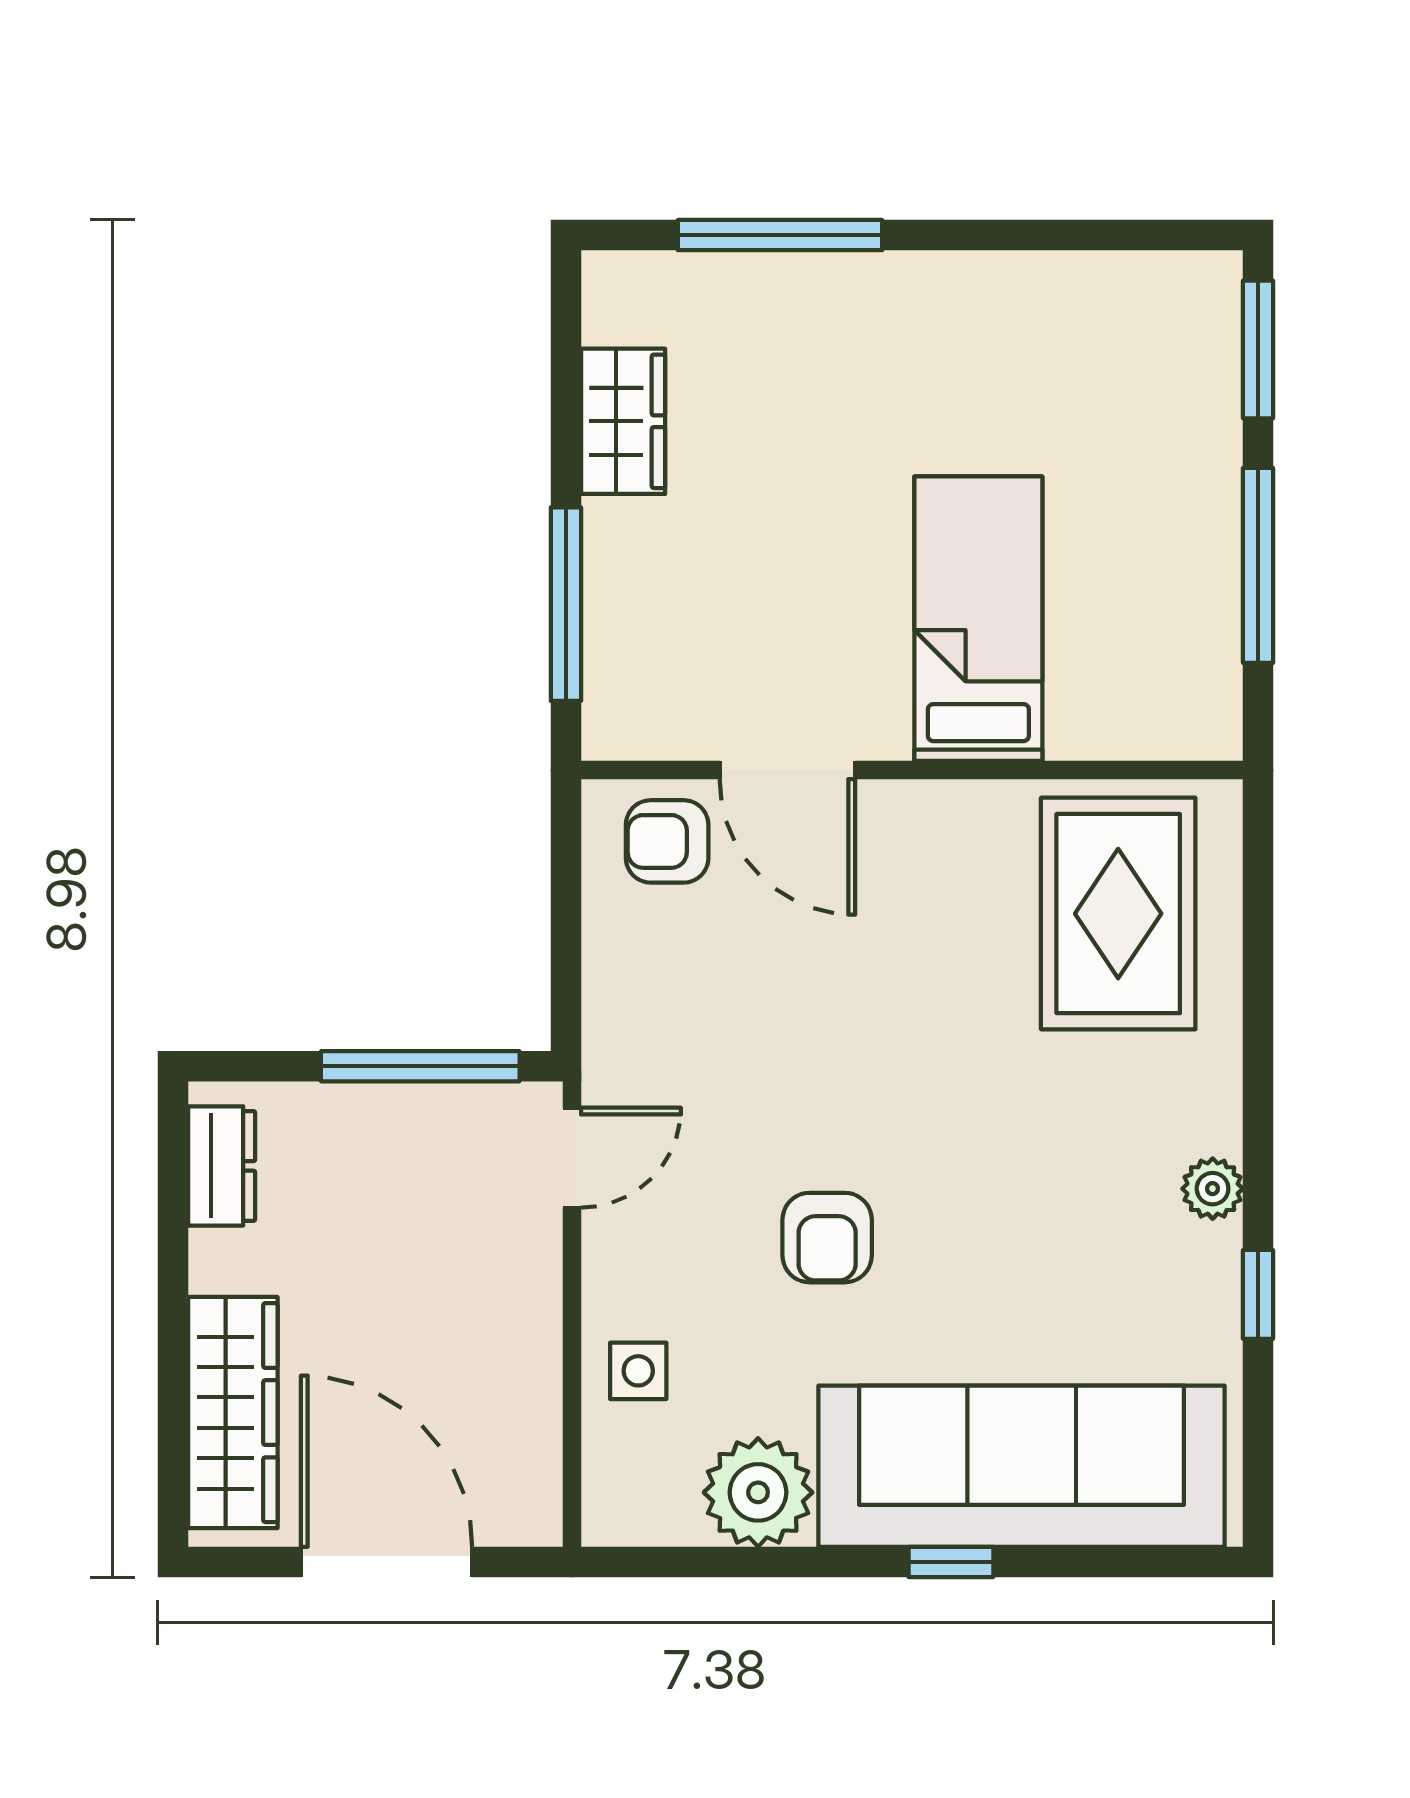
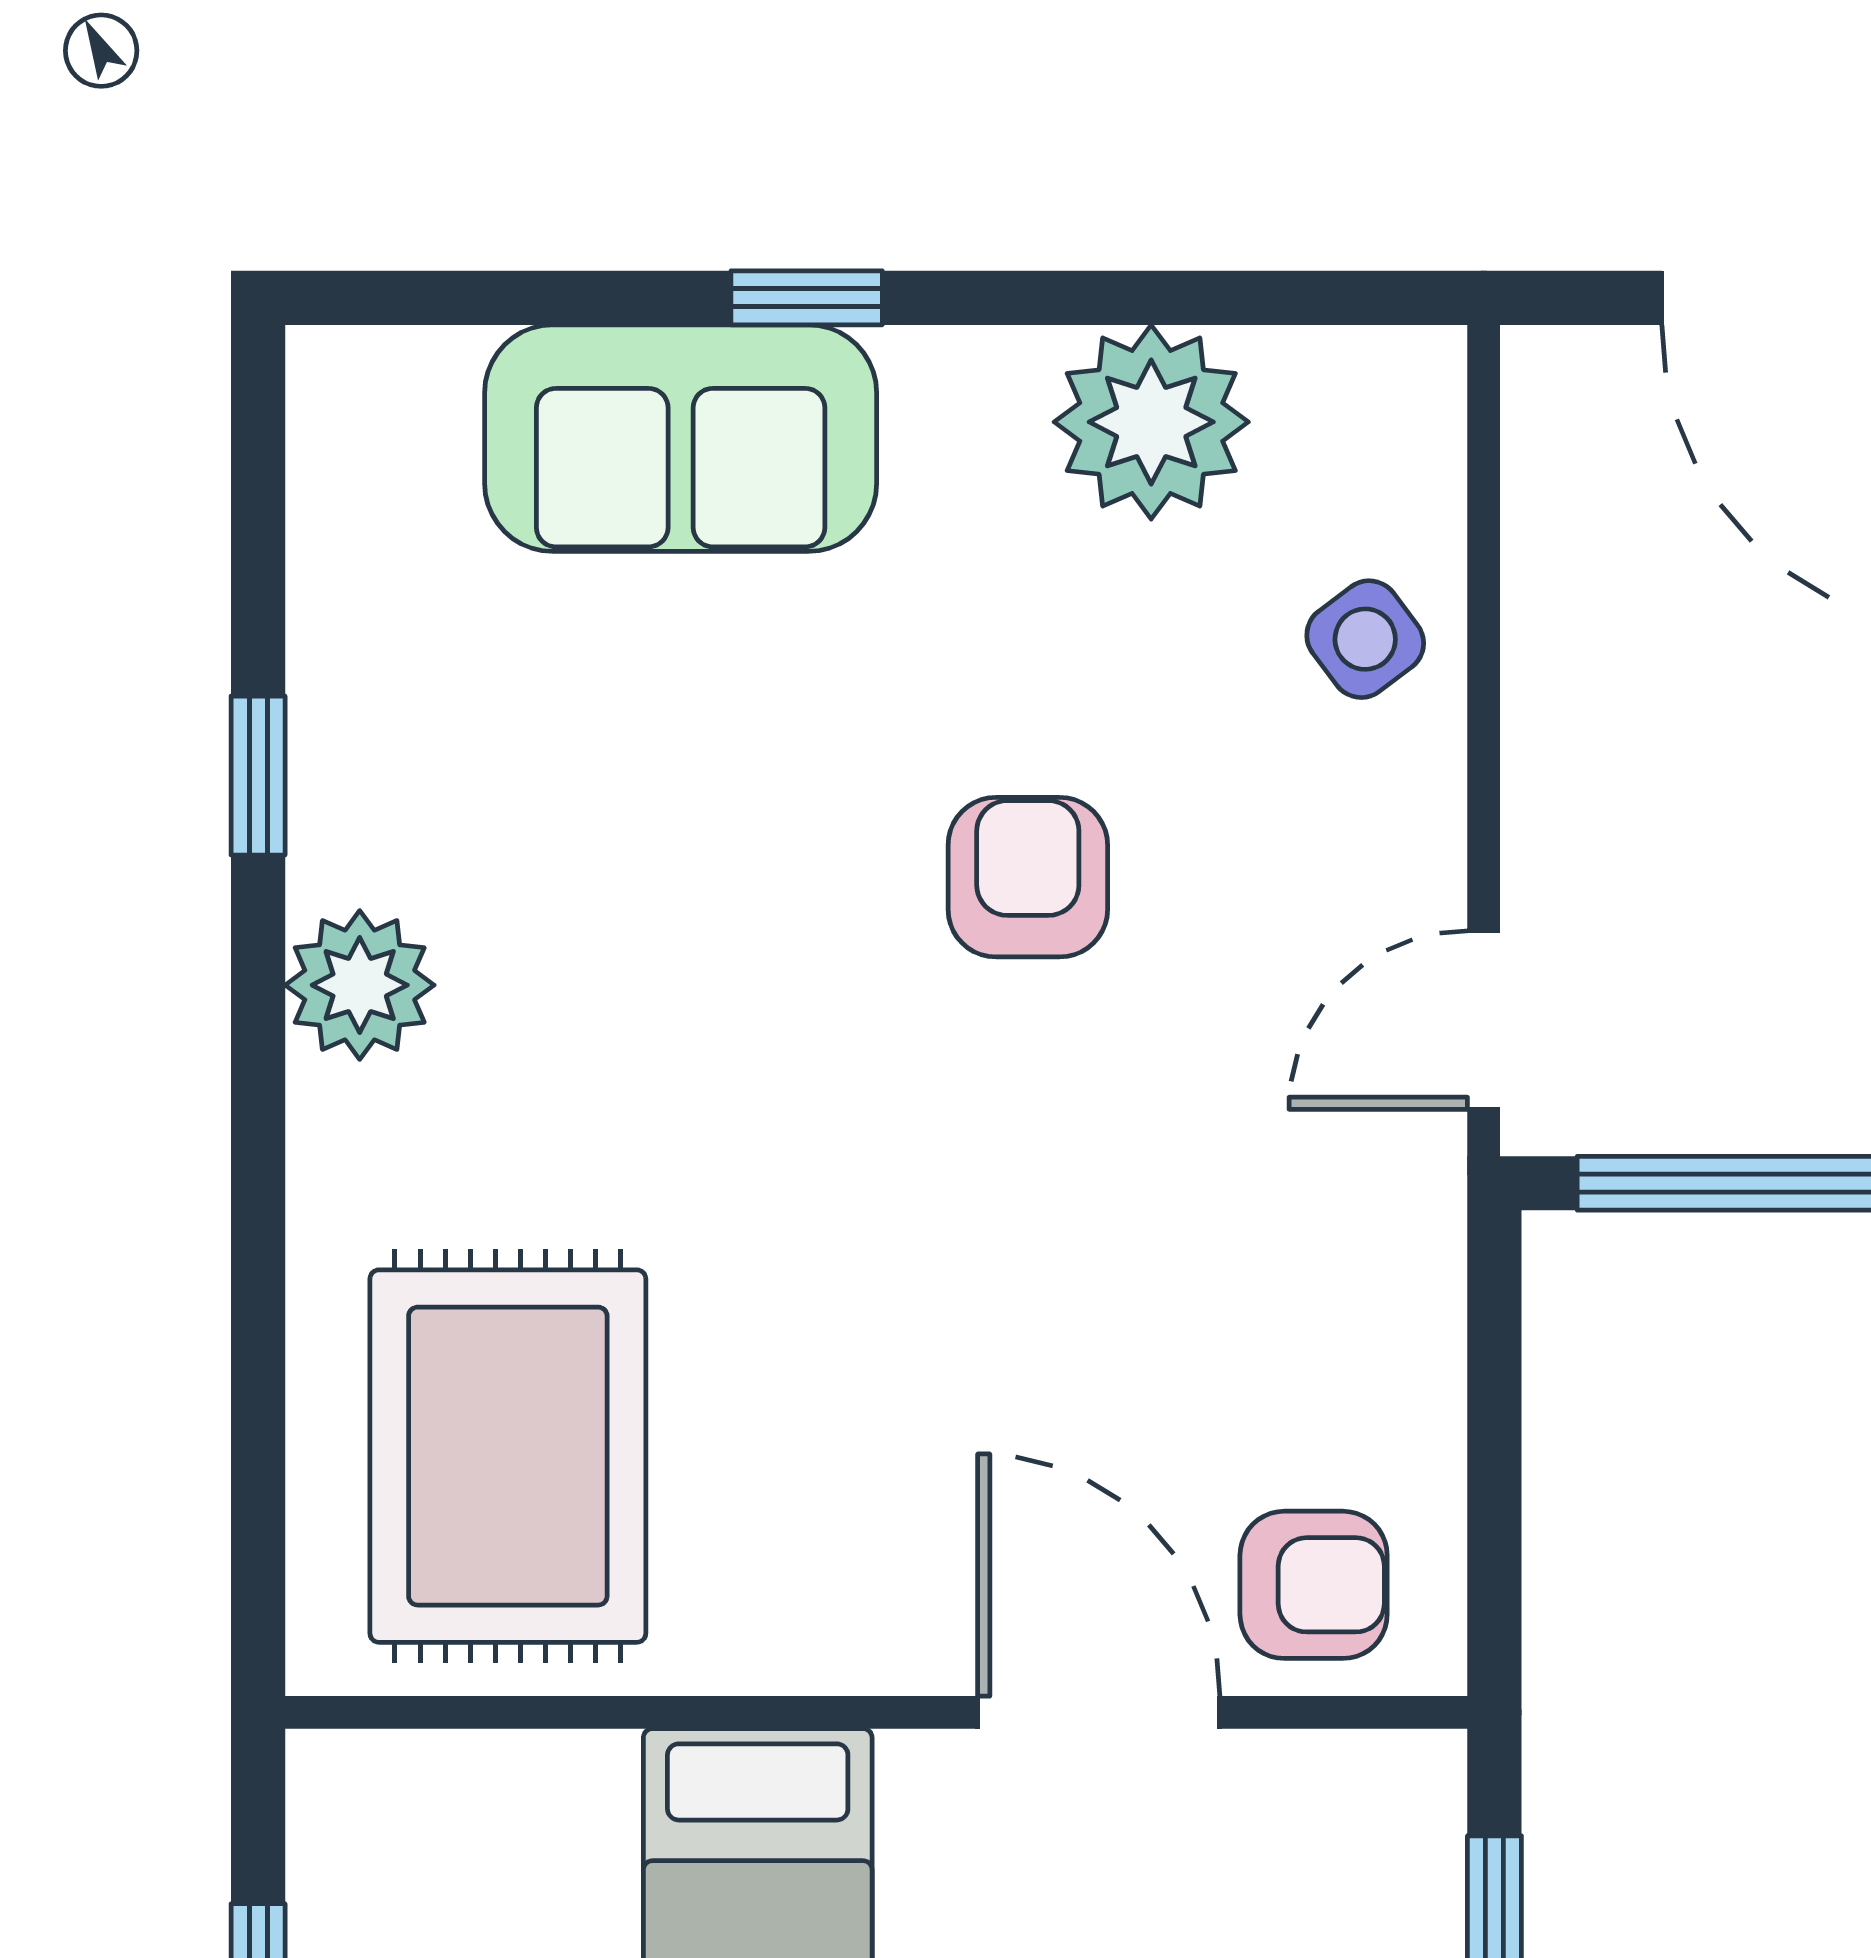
plant: (1213, 1189) -> (360, 985), width x1.38, depth x1.38
side table: (638, 1371) -> (1365, 639), turned -37
sofa: (1021, 1466) -> (681, 438), width x0.54, depth x0.79

